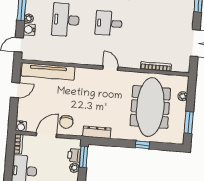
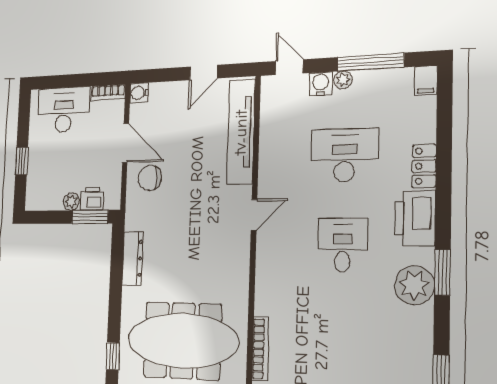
door: (110, 68) -> (254, 215), moved
door: (15, 90) -> (203, 73), hinge flipped
dresser: (97, 132) -> (133, 258), moved
window: (143, 145) -> (113, 356), moved

